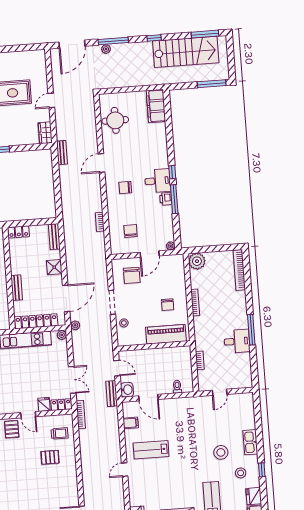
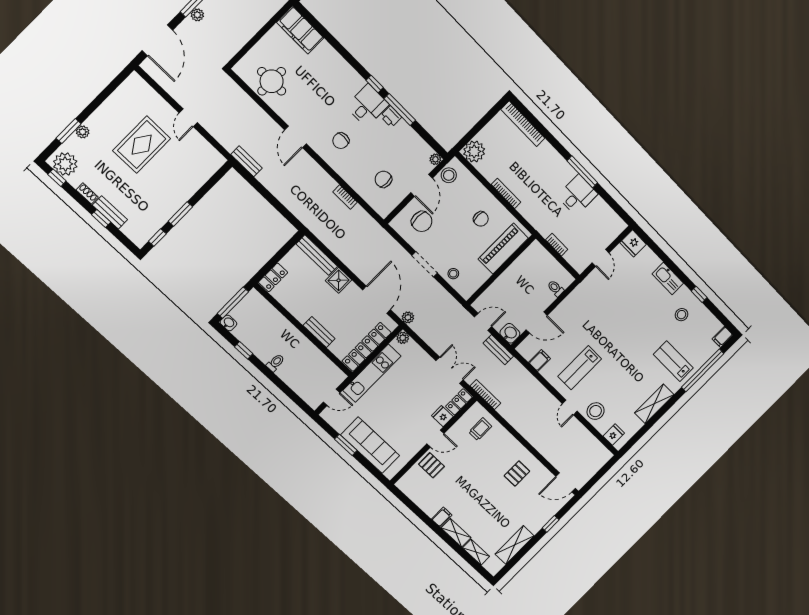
wardrobe: (45, 133) -> (212, 156), removed
bench: (54, 237) -> (317, 255), width x1.36
stool: (170, 262) -> (449, 175), added
stool: (221, 452) -> (596, 411), moved
pallet: (50, 457) -> (517, 474), moved
fridge: (254, 496) -> (633, 244), moved

